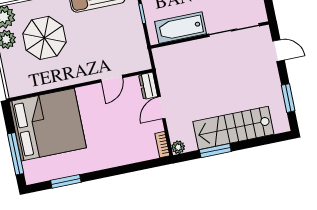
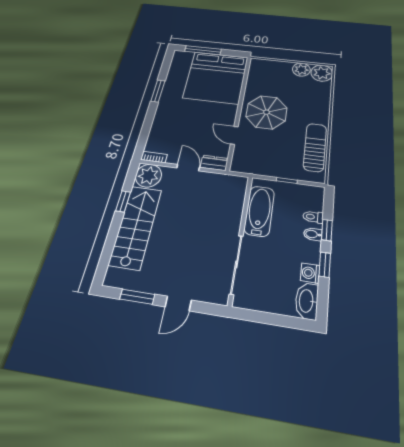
parasol: (44, 38) -> (266, 112), moved
door: (278, 51) -> (178, 303), moved
plant: (178, 147) -> (148, 176), width x1.88, depth x1.88
window: (215, 151) -> (123, 201), width x0.67
window: (66, 181) -> (158, 91), moved

